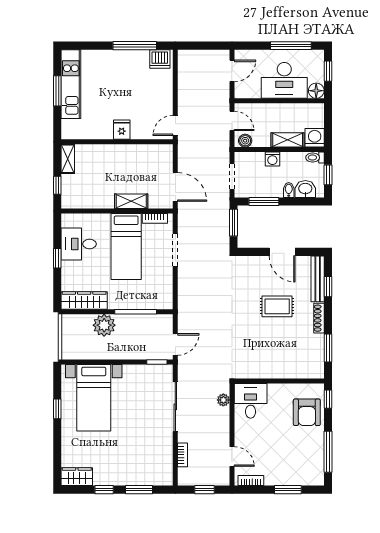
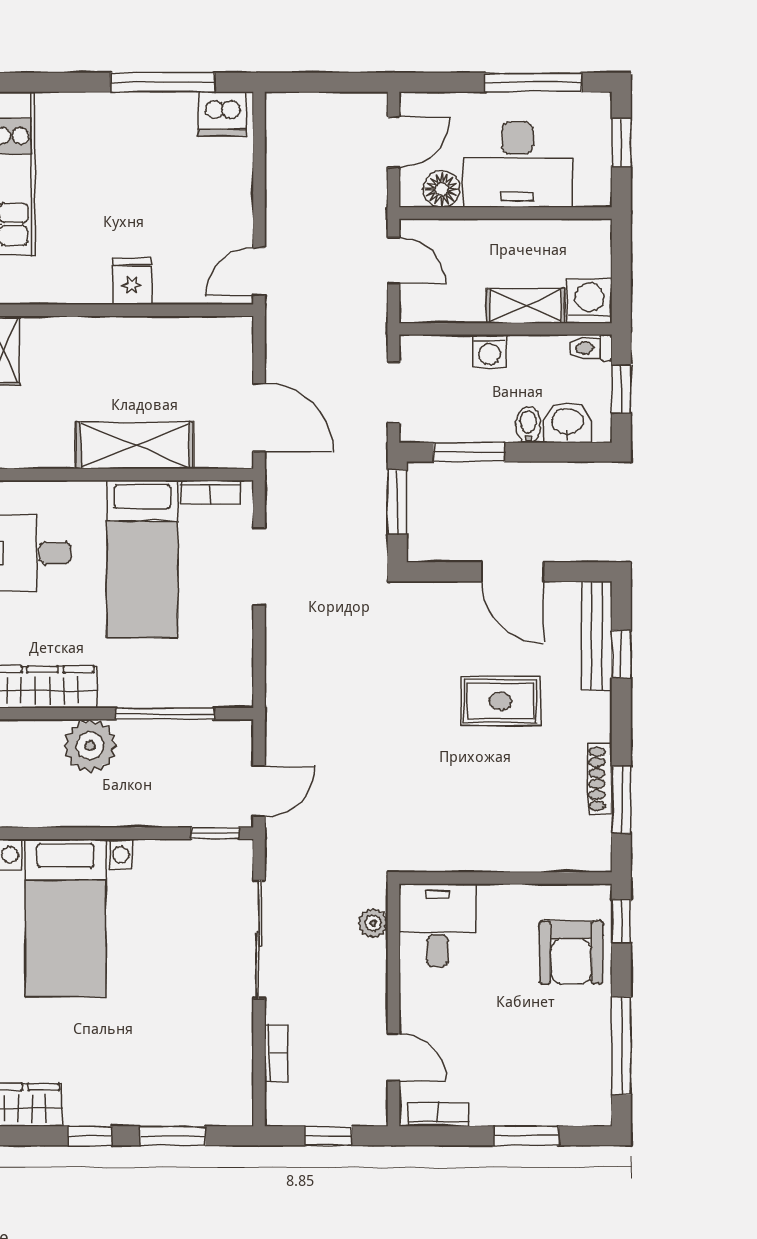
floor lamp: (316, 91) -> (442, 189), moved
boiler: (245, 141) -> (425, 308), removed
shelving: (131, 201) -> (135, 445), width x1.50, depth x1.33
shoe rack: (319, 318) -> (600, 779), moved

